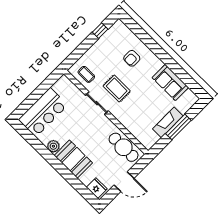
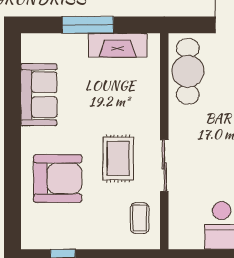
armchair: (132, 58) -> (58, 179), width x1.88, depth x1.88
fireplace: (168, 122) -> (118, 45), moved

